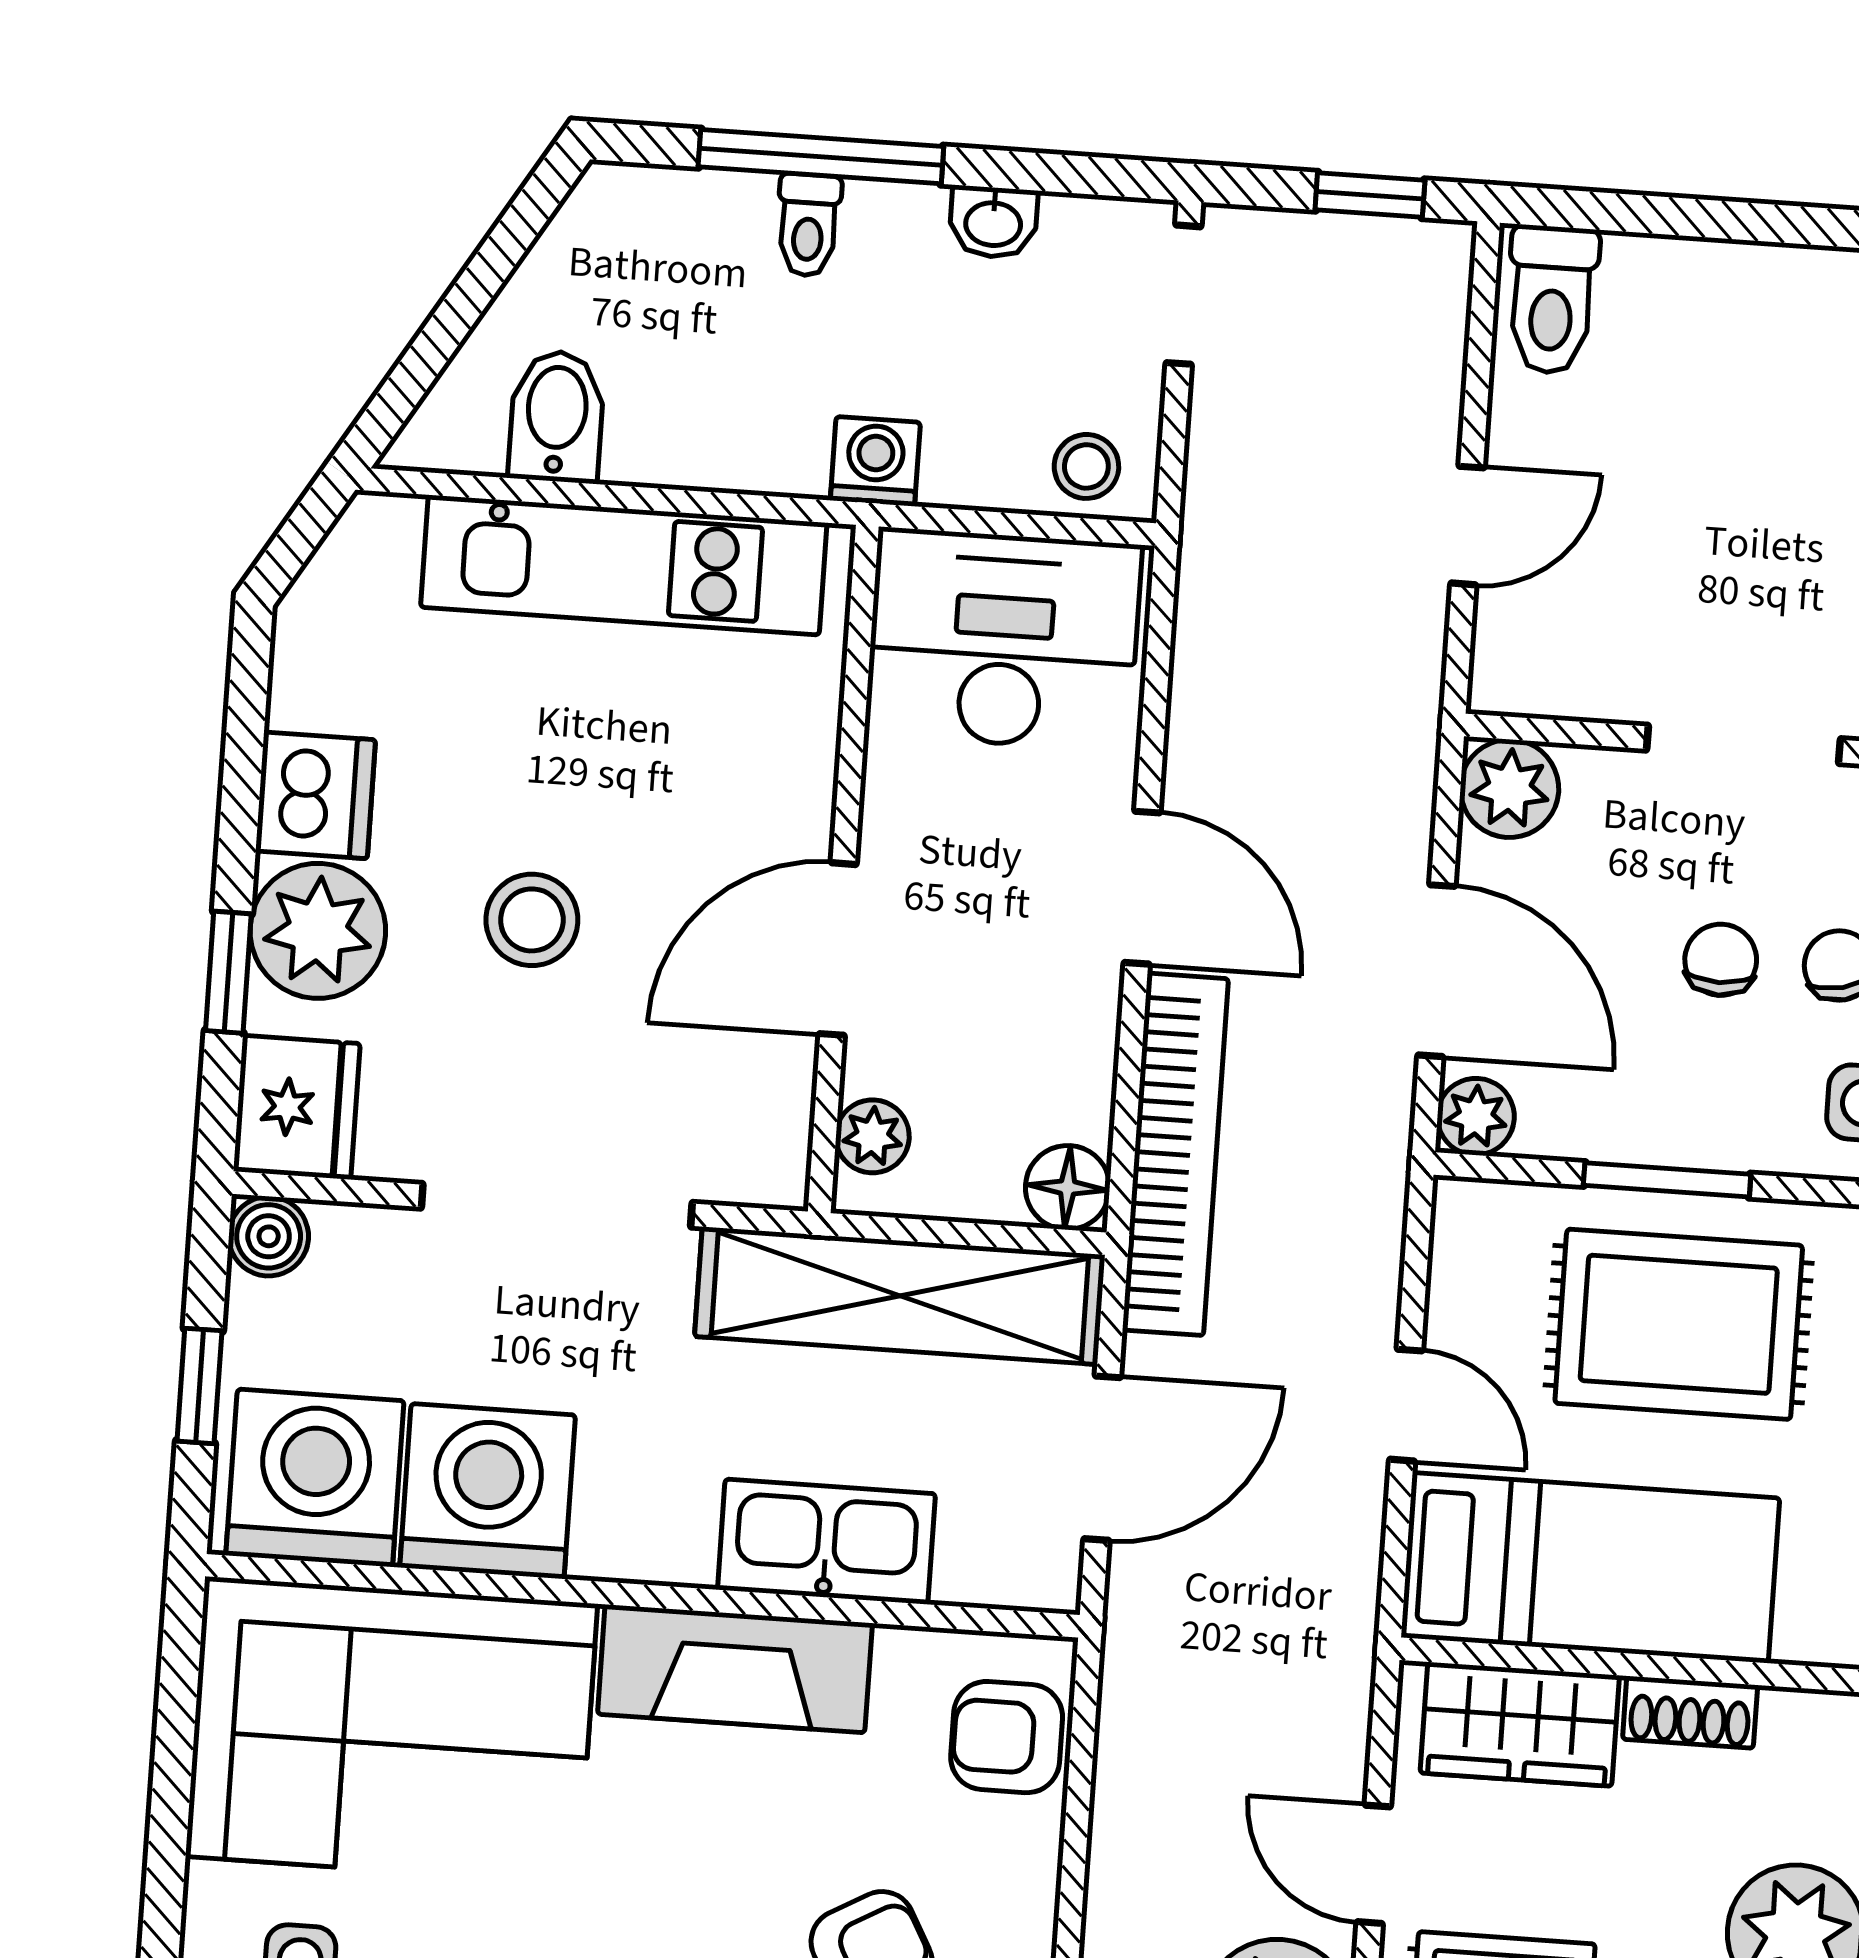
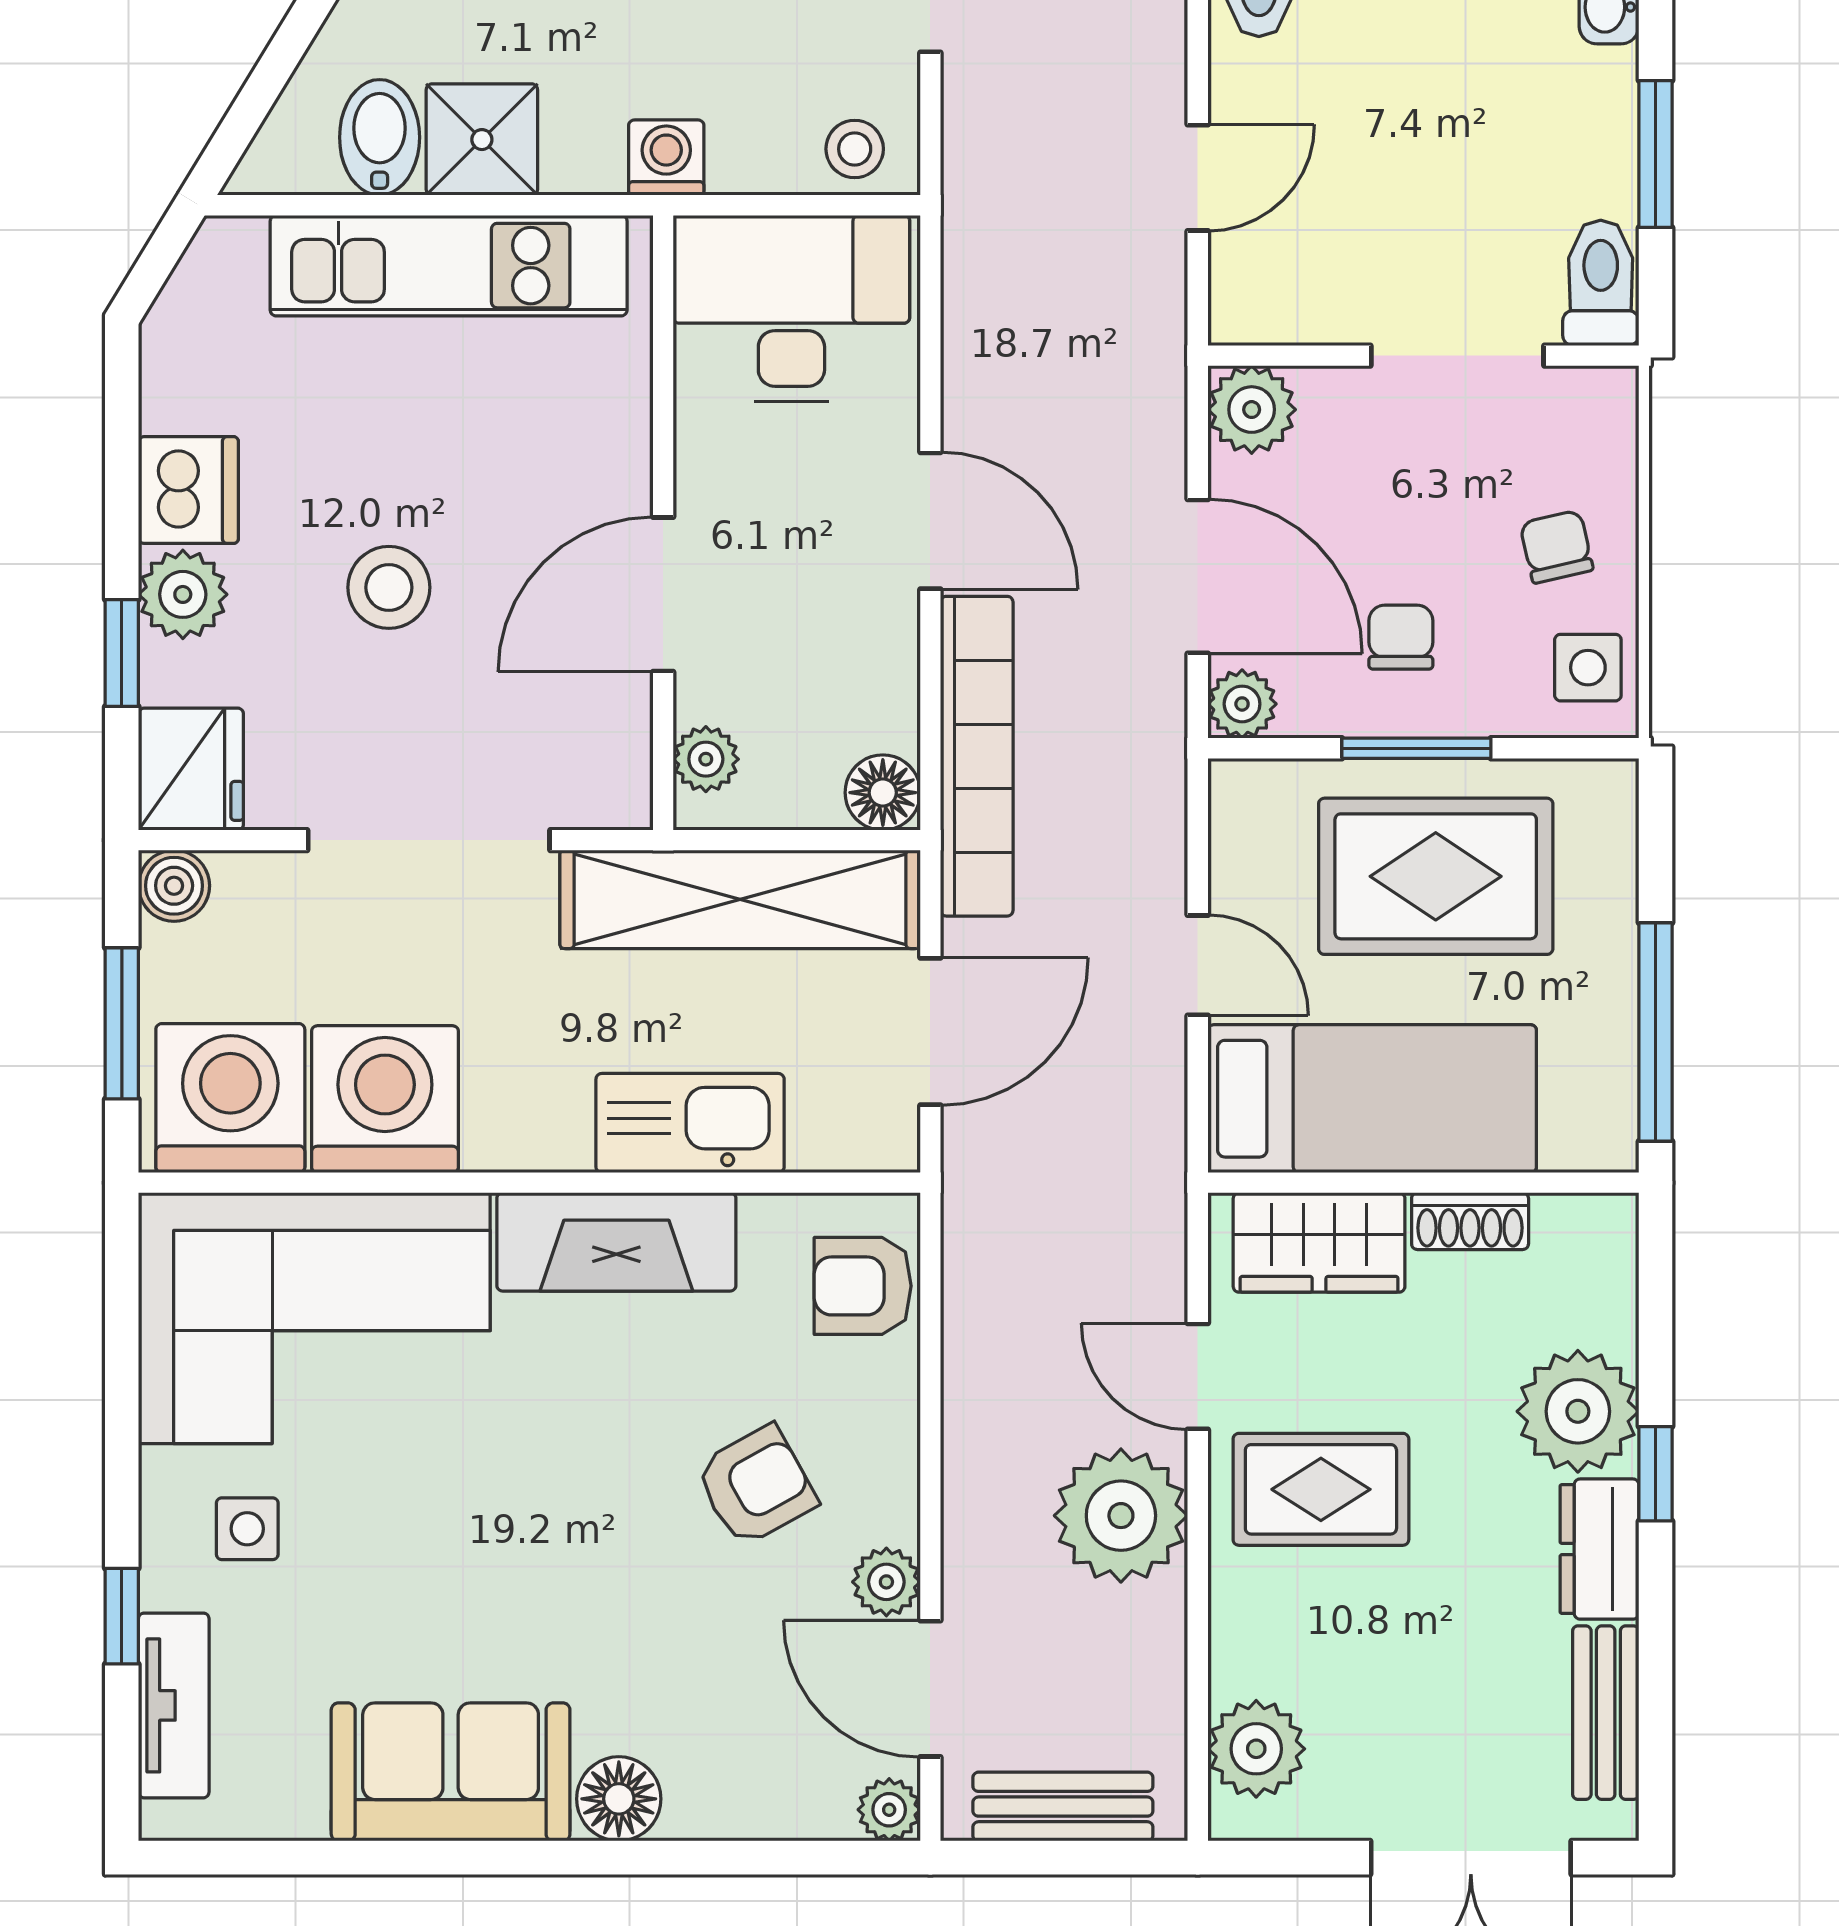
shower: (671, 427) -> (482, 140), added
plant: (318, 931) -> (183, 594), width x0.73, depth x0.73
chair: (1721, 960) -> (1401, 637), moved
window: (199, 1386) -> (122, 1023), width x1.50

